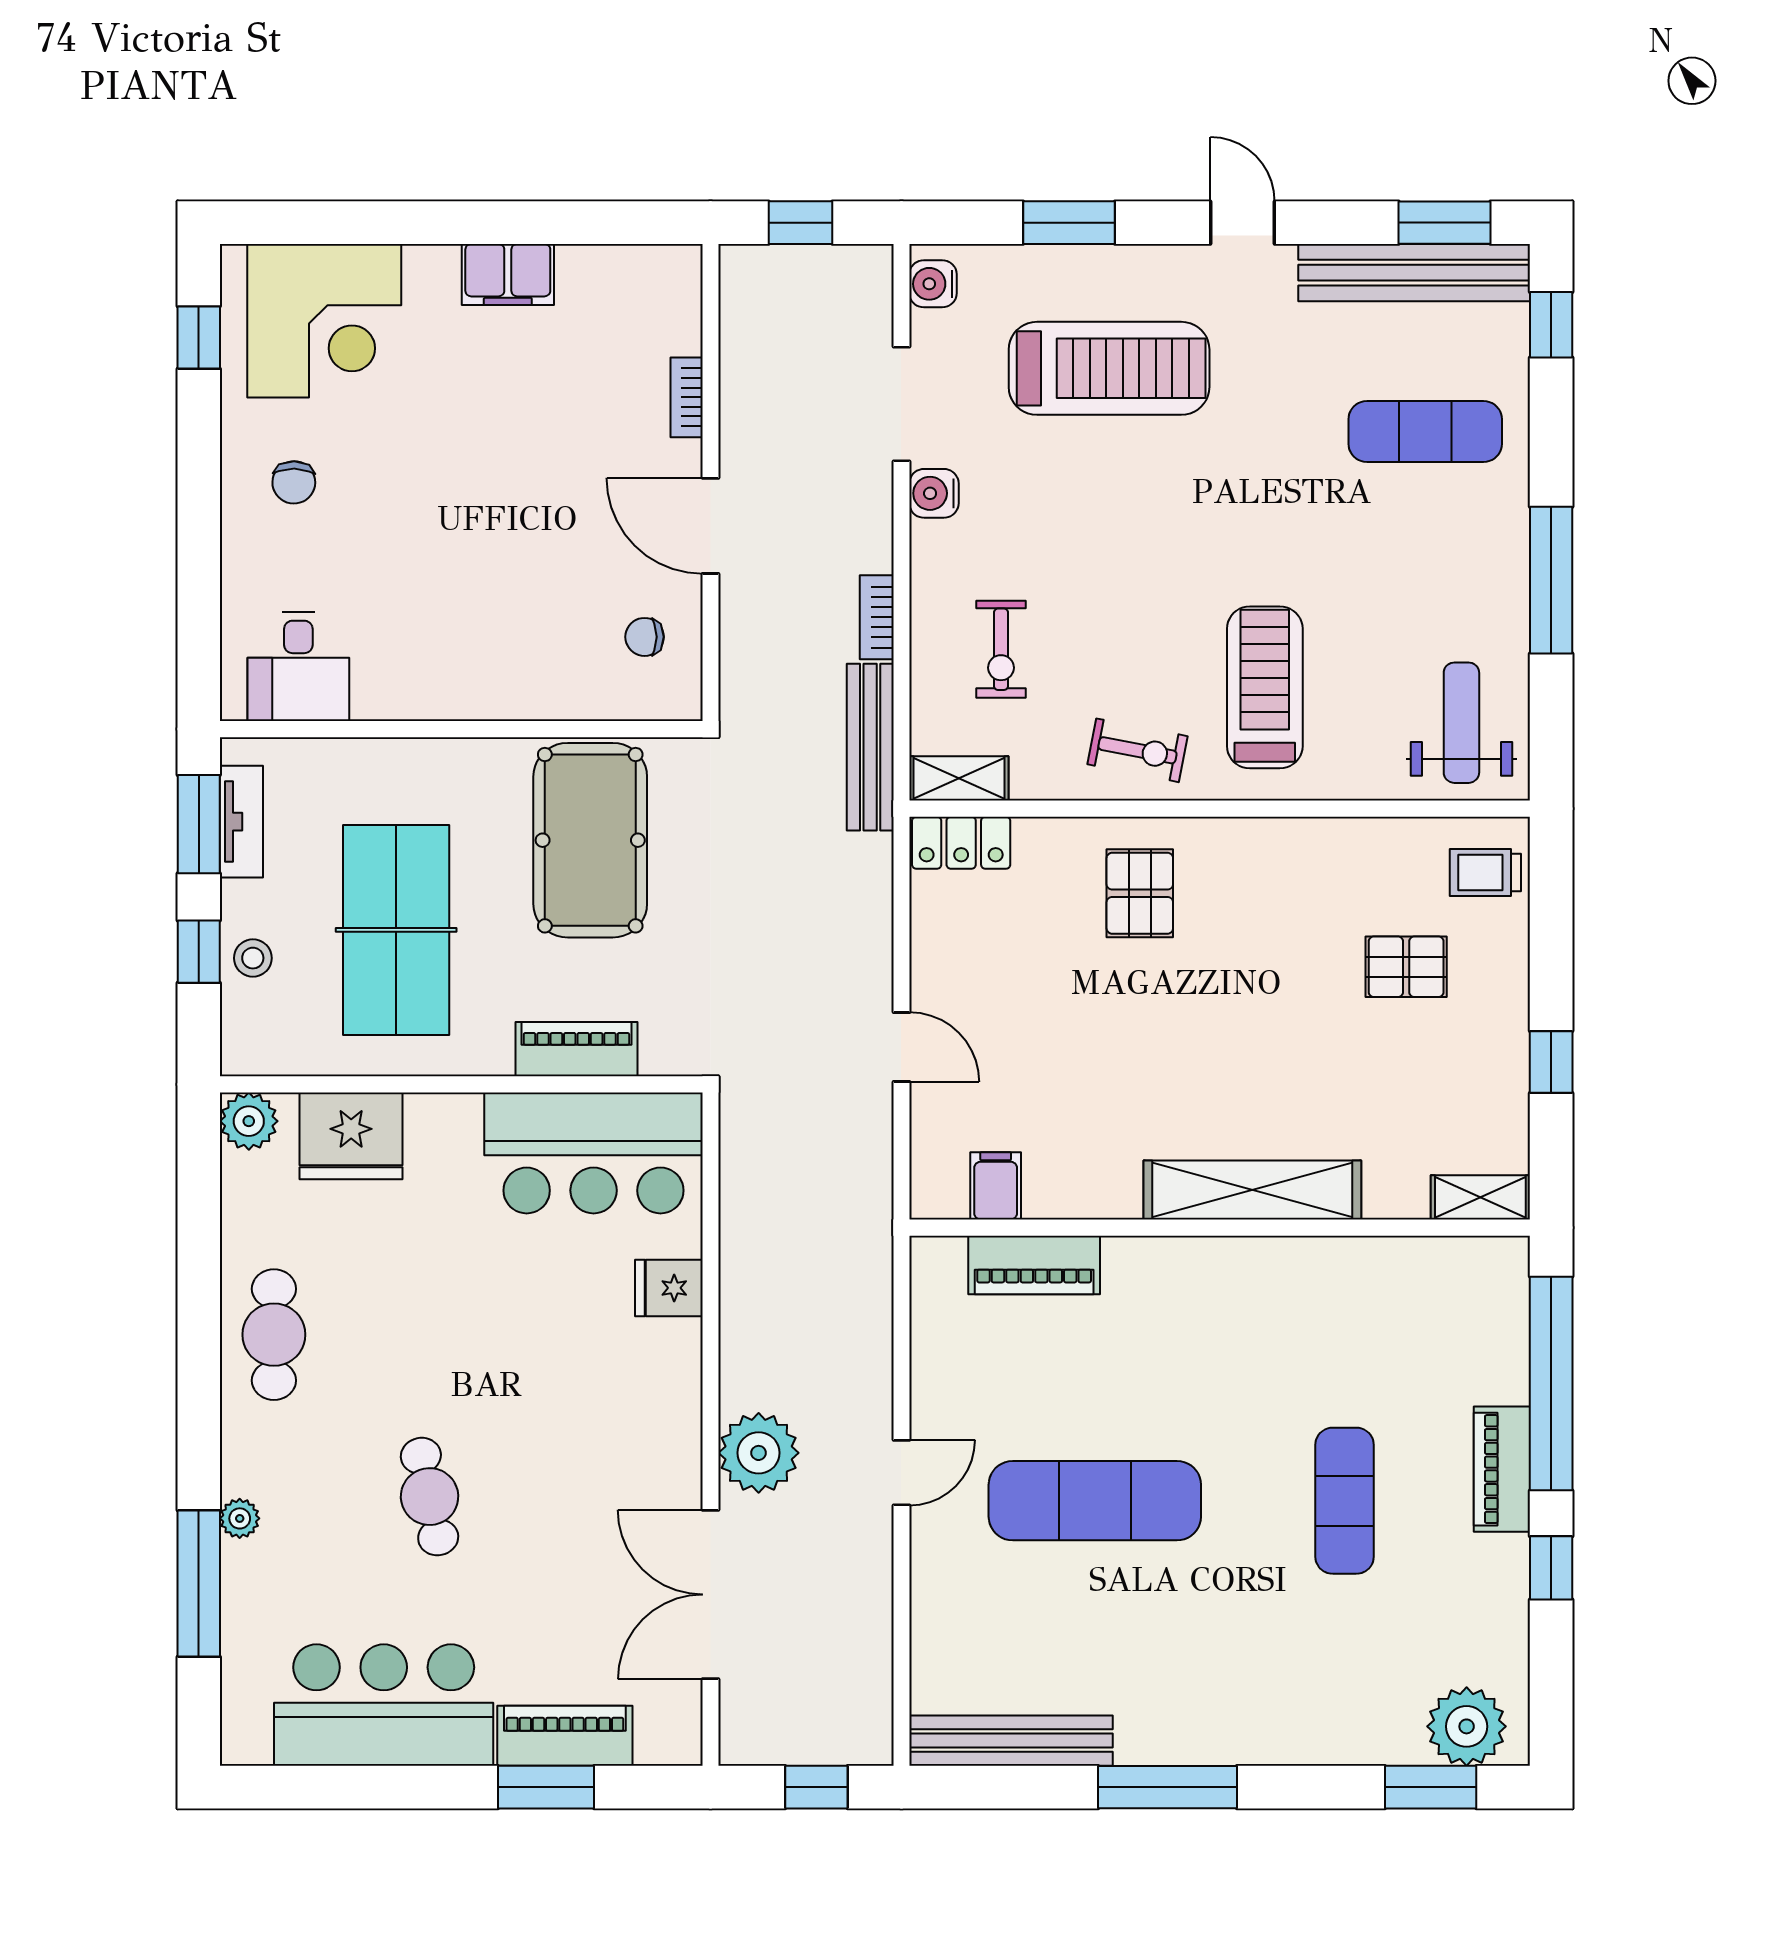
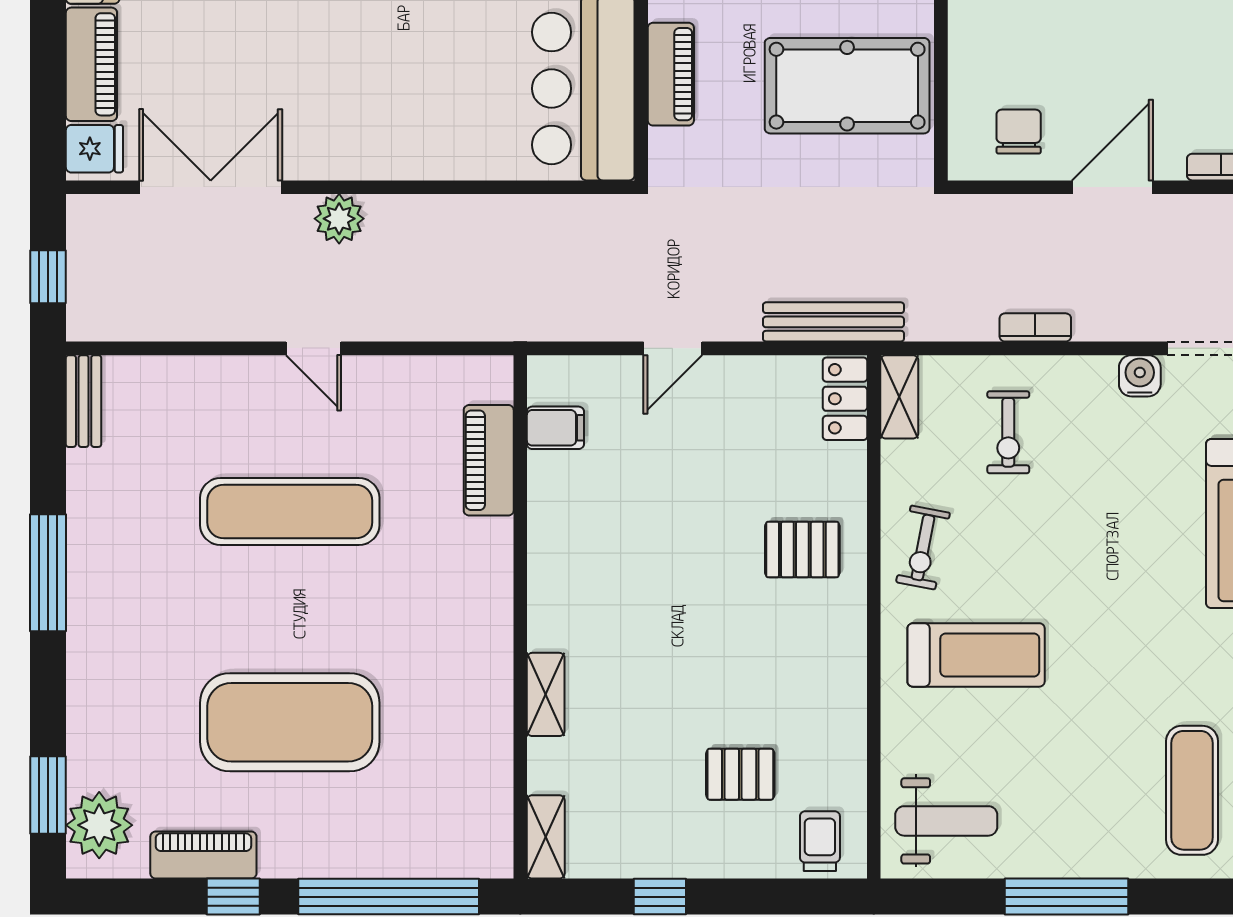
chair: (645, 637) -> (1019, 132), width x1.37, depth x1.37
exercise bike: (1001, 649) -> (1008, 432), turned -90
bench: (870, 747) -> (833, 322), moved
pallet: (1406, 967) -> (740, 774), turned 90
shelving: (1252, 1190) -> (546, 694), width x0.45, depth x0.75
fridge: (669, 1288) -> (94, 149), moved, turned 90
plant: (759, 1453) -> (339, 219), width x0.73, depth x0.73
piano: (1502, 1469) -> (203, 855), moved
exercise mat: (1095, 1501) -> (290, 512), turned 90
exercise mat: (1345, 1501) -> (290, 722), width x2.00, depth x1.45
bench: (1011, 1741) -> (84, 401), width x0.54, depth x0.82
window: (546, 1787) -> (48, 48), removed

